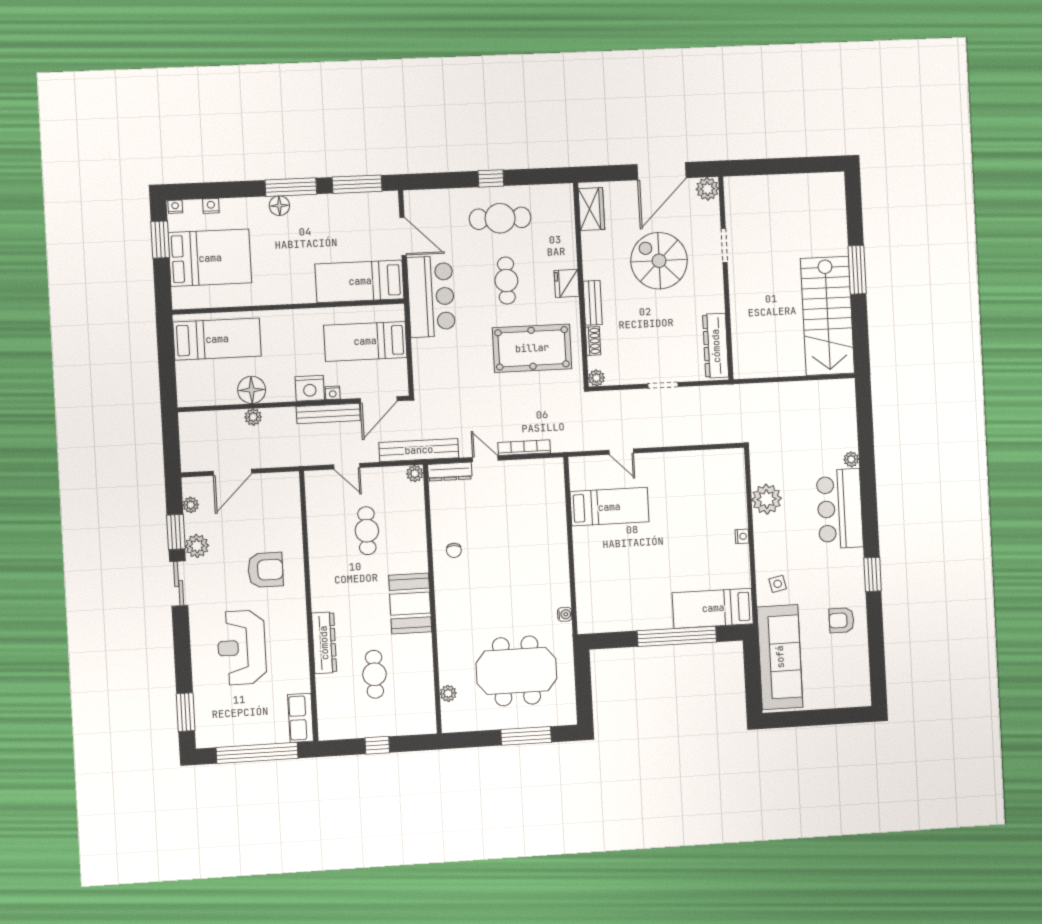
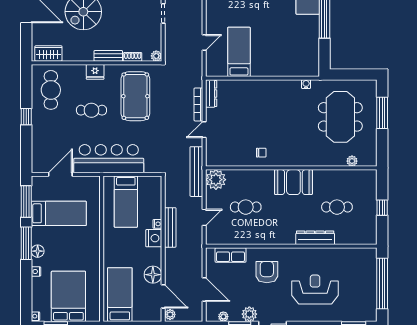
nightstand: (211, 206) -> (36, 271), moved
cafe table: (500, 218) -> (51, 90), moved
bed: (360, 281) -> (59, 213), moved, turned -90
bar counter: (431, 297) -> (109, 159), width x1.36
door: (379, 400) -> (163, 296), moved
plant: (253, 417) -> (170, 314), moved
dresser: (450, 472) -> (211, 94), moved
plant: (415, 473) -> (216, 180), width x1.87, depth x1.87
reception desk: (242, 648) -> (315, 290), turned 180
row of seats: (301, 718) -> (231, 255), moved

